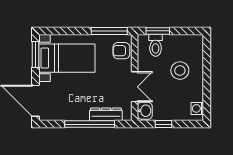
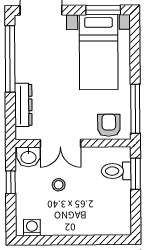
stool: (180, 71) -> (59, 185), moved, width x0.53, depth x0.53
window: (90, 124) -> (10, 59), moved

